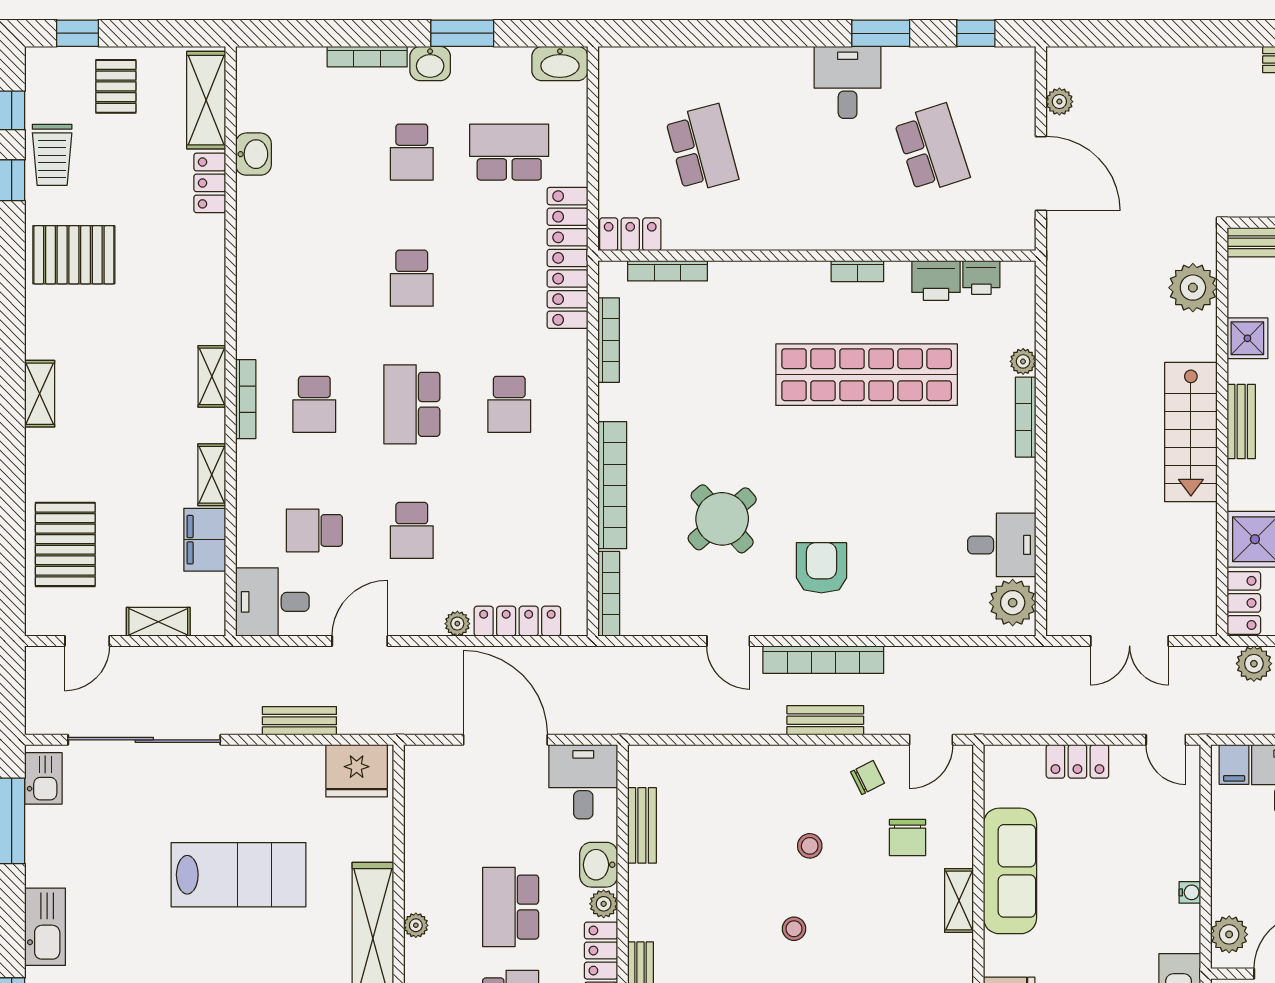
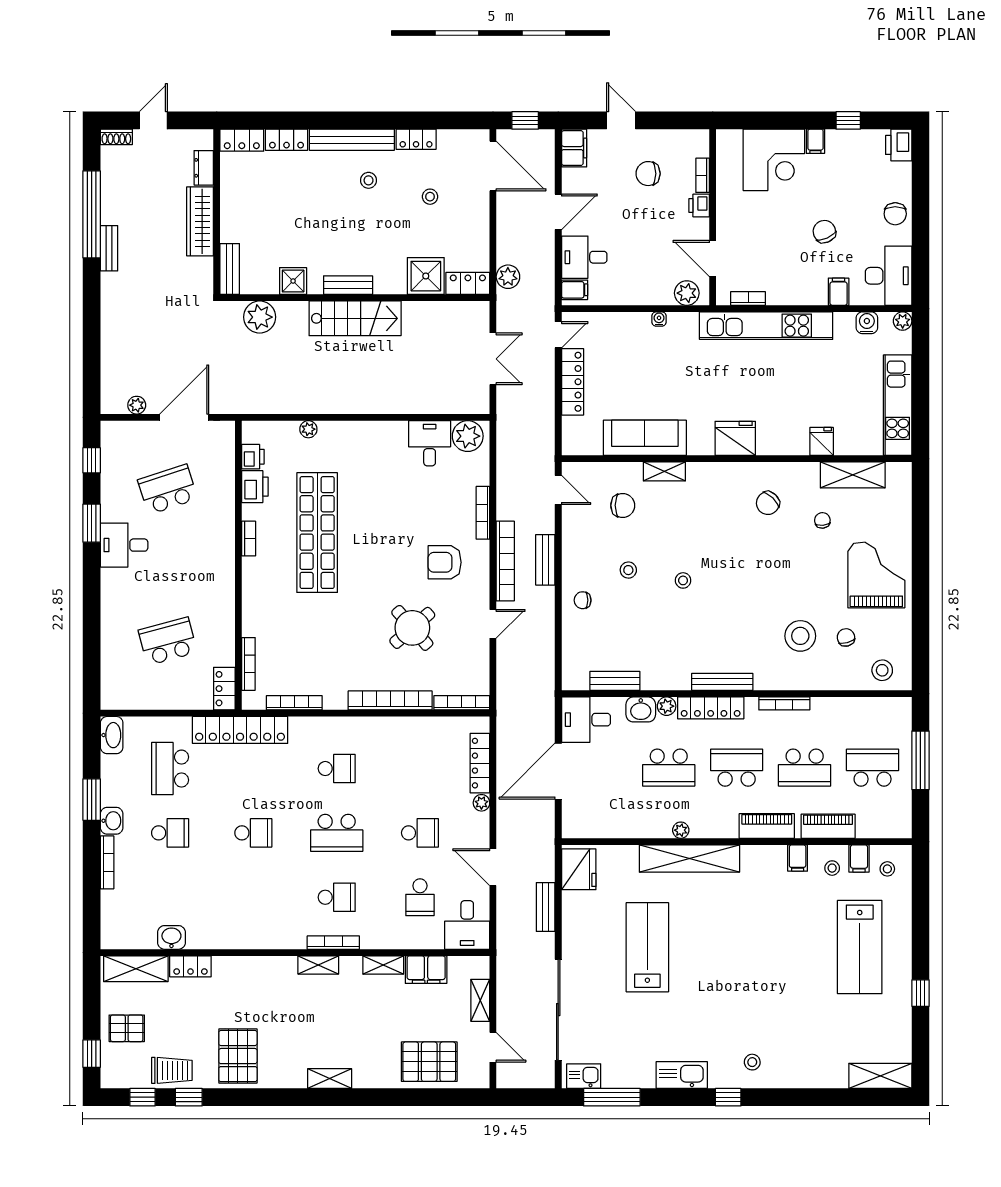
bookcase: (1026, 417) -> (483, 513), moved, turned 90
locker: (1077, 761) -> (573, 382), width x1.53
chair: (868, 778) -> (583, 600), moved, turned -63

